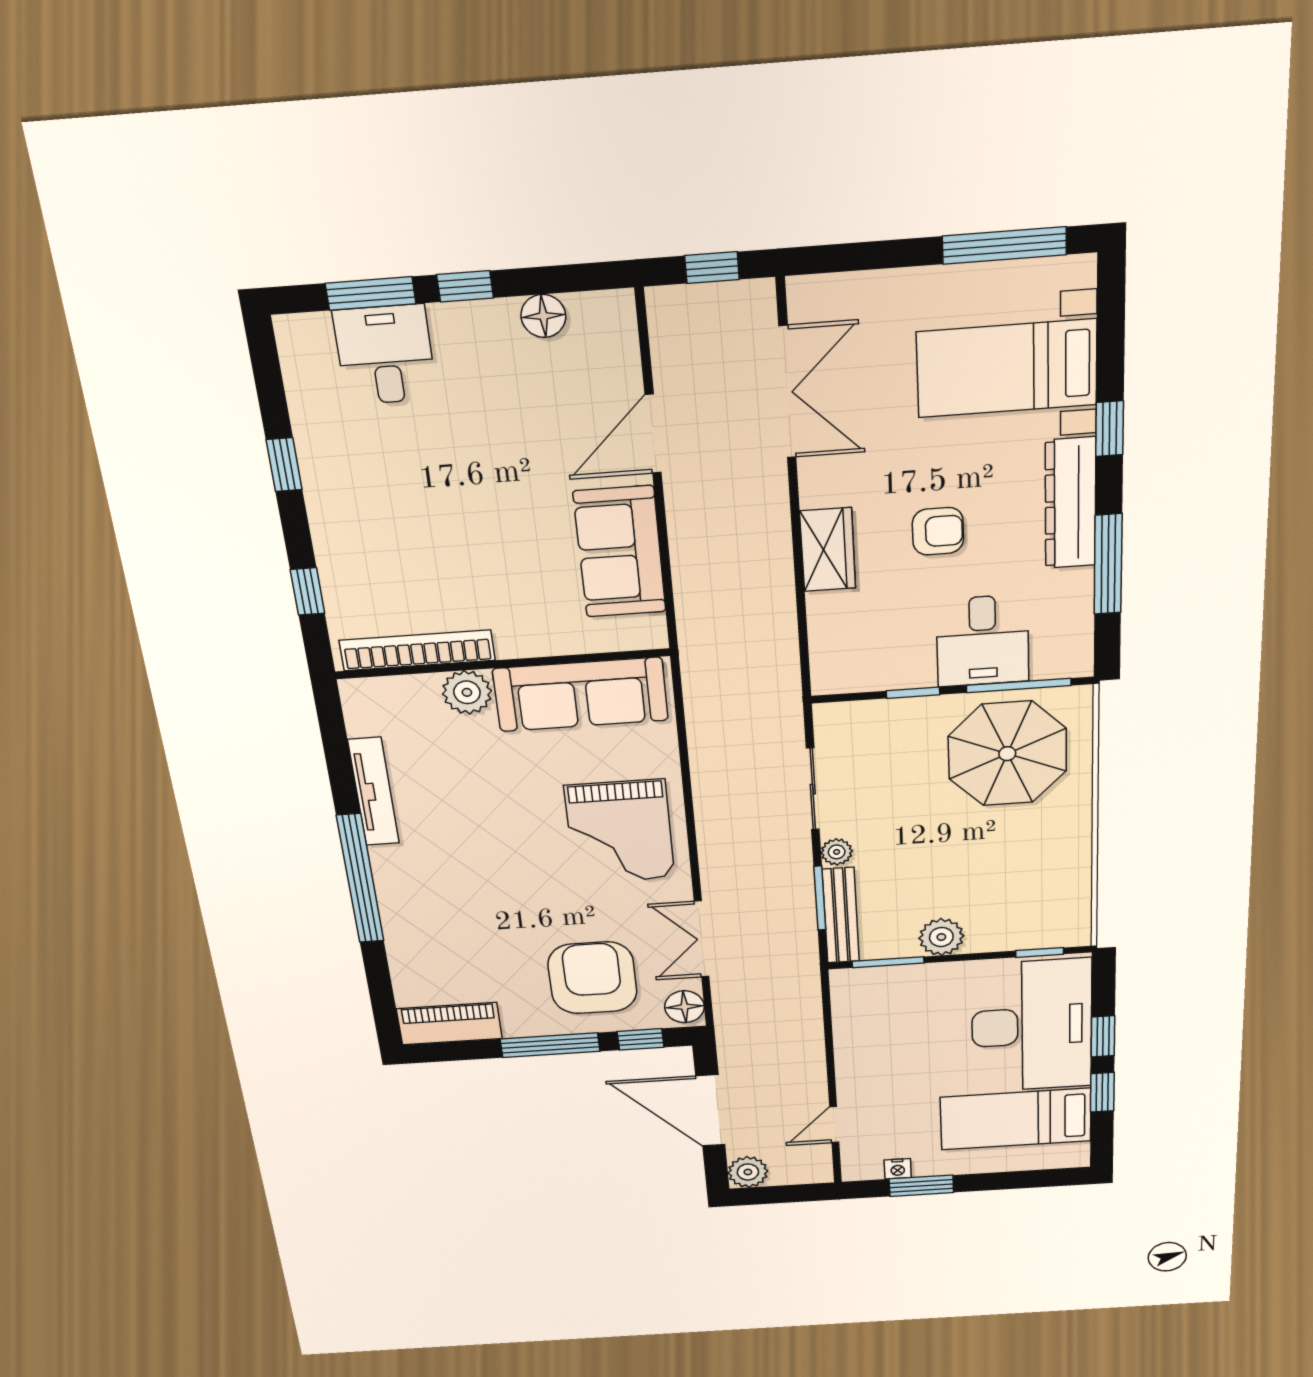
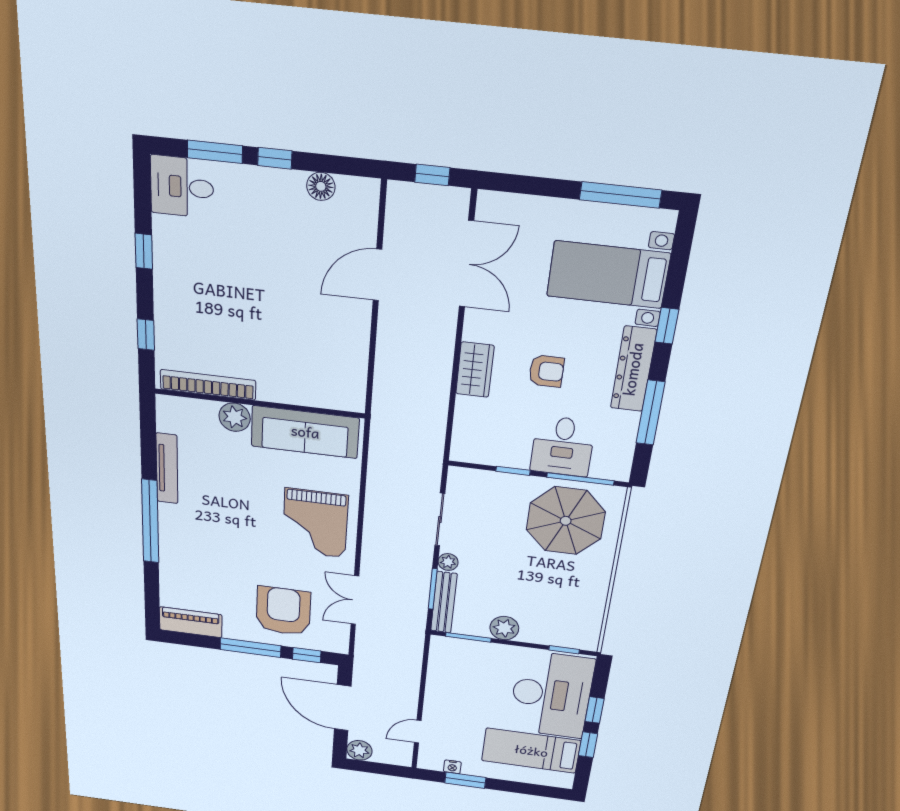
desk: (385, 355) -> (182, 187), moved, turned -90
sofa: (620, 552) -> (344, 346), removed
floor lamp: (684, 1007) -> (337, 640), removed

